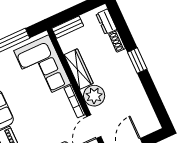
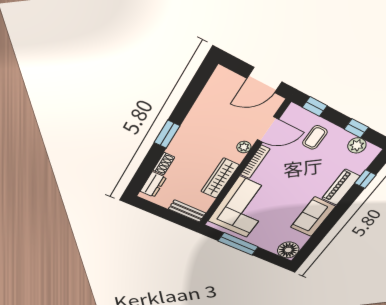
plant: (94, 96) -> (244, 147), width x0.53, depth x0.53

